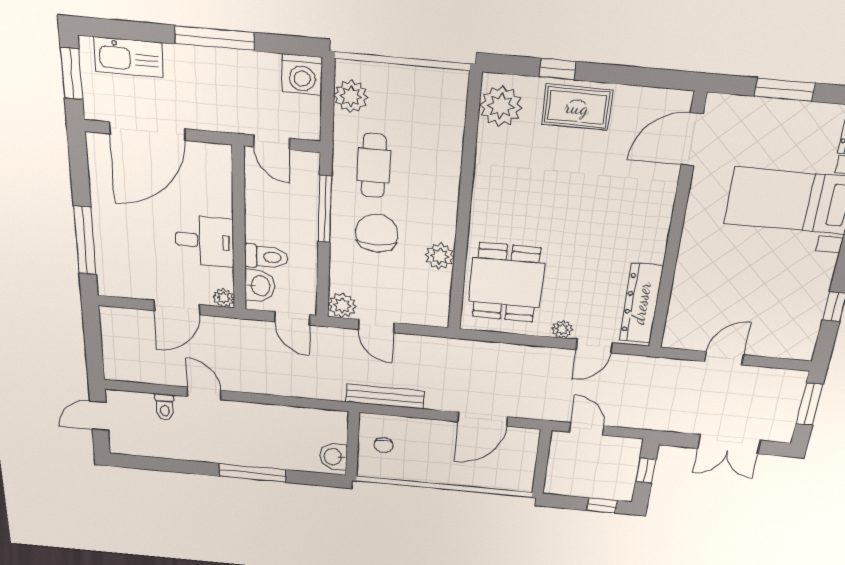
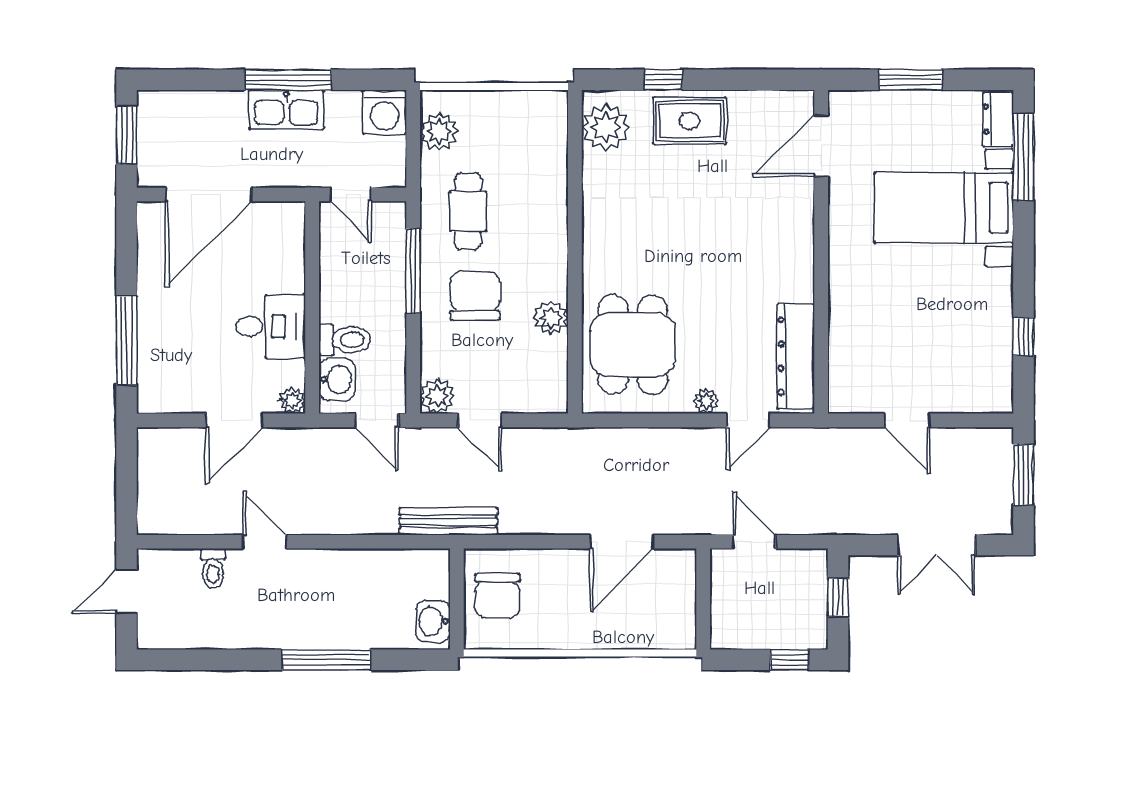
kitchen sink: (128, 57) -> (286, 110), moved
door: (724, 358) -> (907, 420), swing flipped
bench: (385, 397) -> (448, 521), moved
chair: (384, 445) -> (497, 596), width x1.87, depth x1.87

